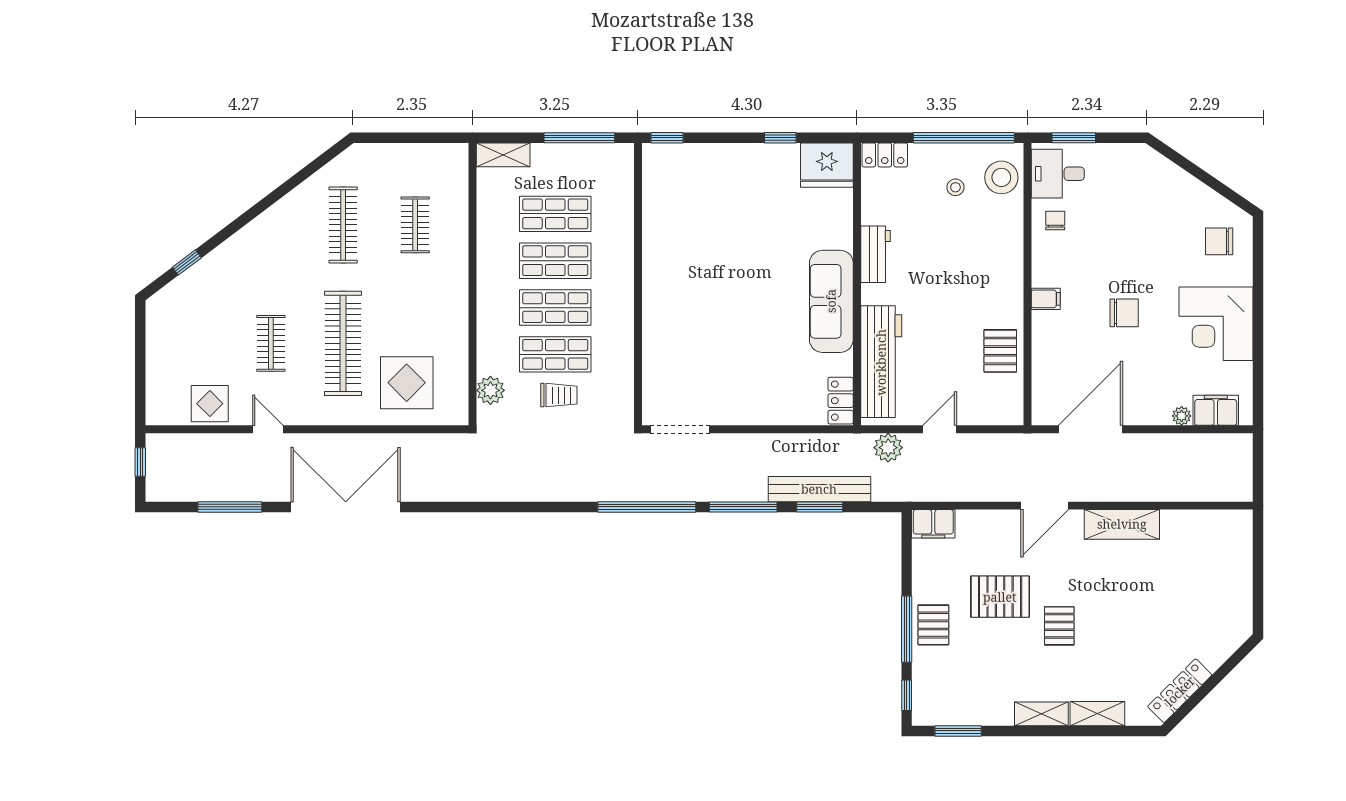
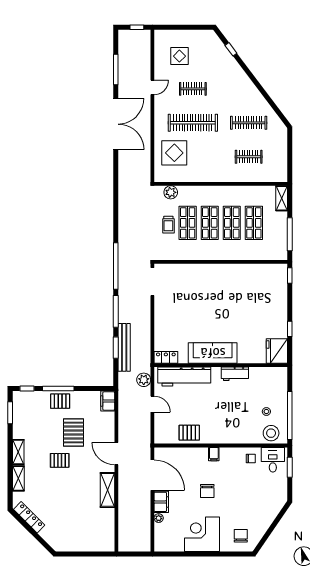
locker: (885, 155) -> (282, 378), removed
display table: (210, 404) -> (179, 56), moved
filing cabinet: (1216, 410) -> (161, 502), moved

